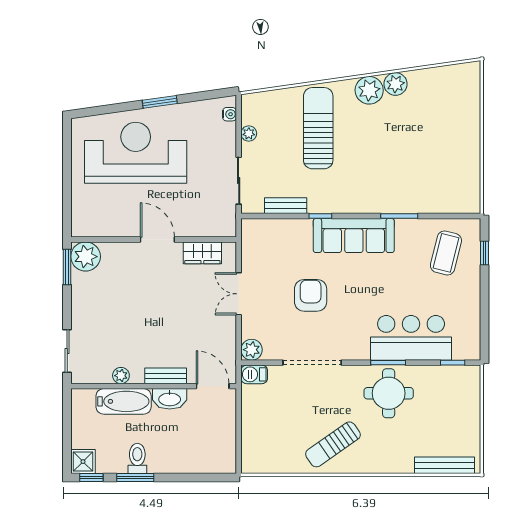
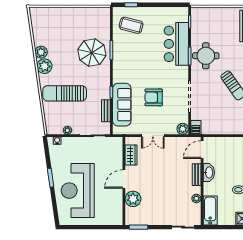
parasol: (395, 179) -> (92, 53), added
sofa: (354, 236) -> (122, 105), moved
plant: (86, 257) -> (133, 199), moved
bathtub: (124, 401) -> (210, 210), moved

